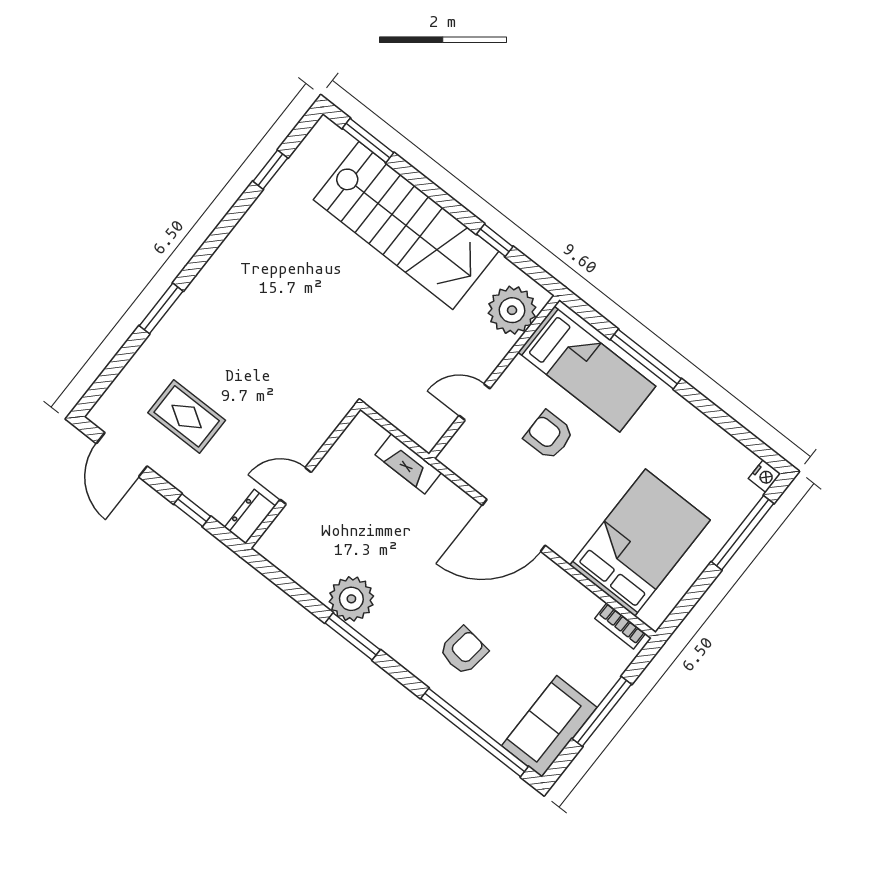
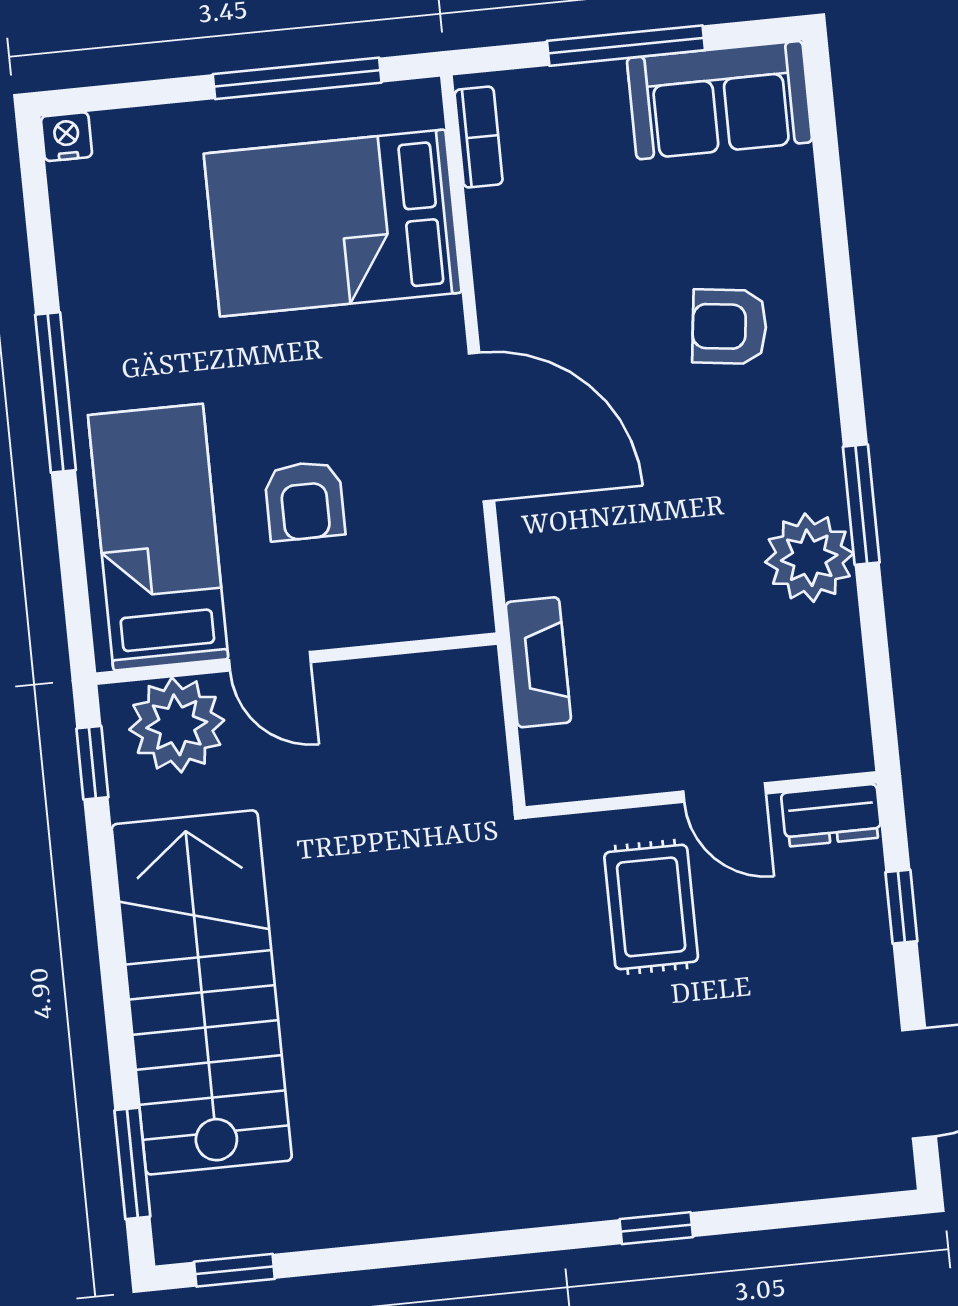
window: (270, 170) -> (234, 1270), moved
window: (495, 240) -> (92, 763), moved
window: (161, 308) -> (656, 1228), width x0.67
window: (646, 359) -> (55, 392), moved
door: (474, 402) -> (270, 661), moved
rug: (187, 416) -> (651, 907), moved
window: (743, 533) -> (297, 78), moved
window: (475, 732) -> (831, 199), removed

